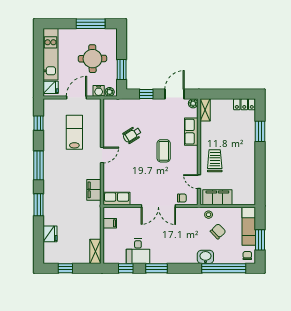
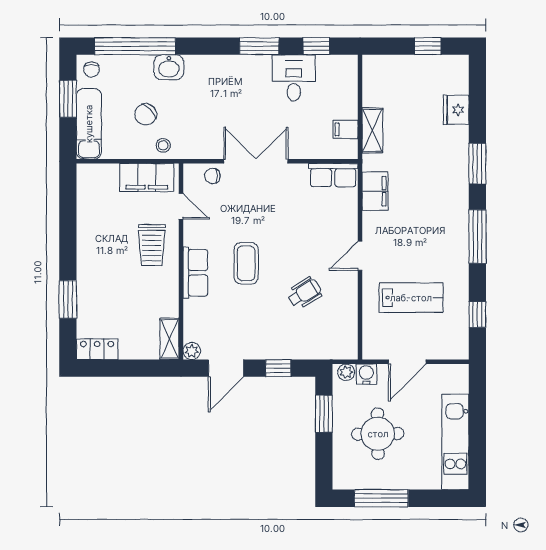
fridge: (51, 87) -> (455, 381), removed
lab bench: (74, 132) -> (411, 298), turned -90
row of seats: (191, 132) -> (195, 273), moved
shelving: (95, 251) -> (372, 130), moved

